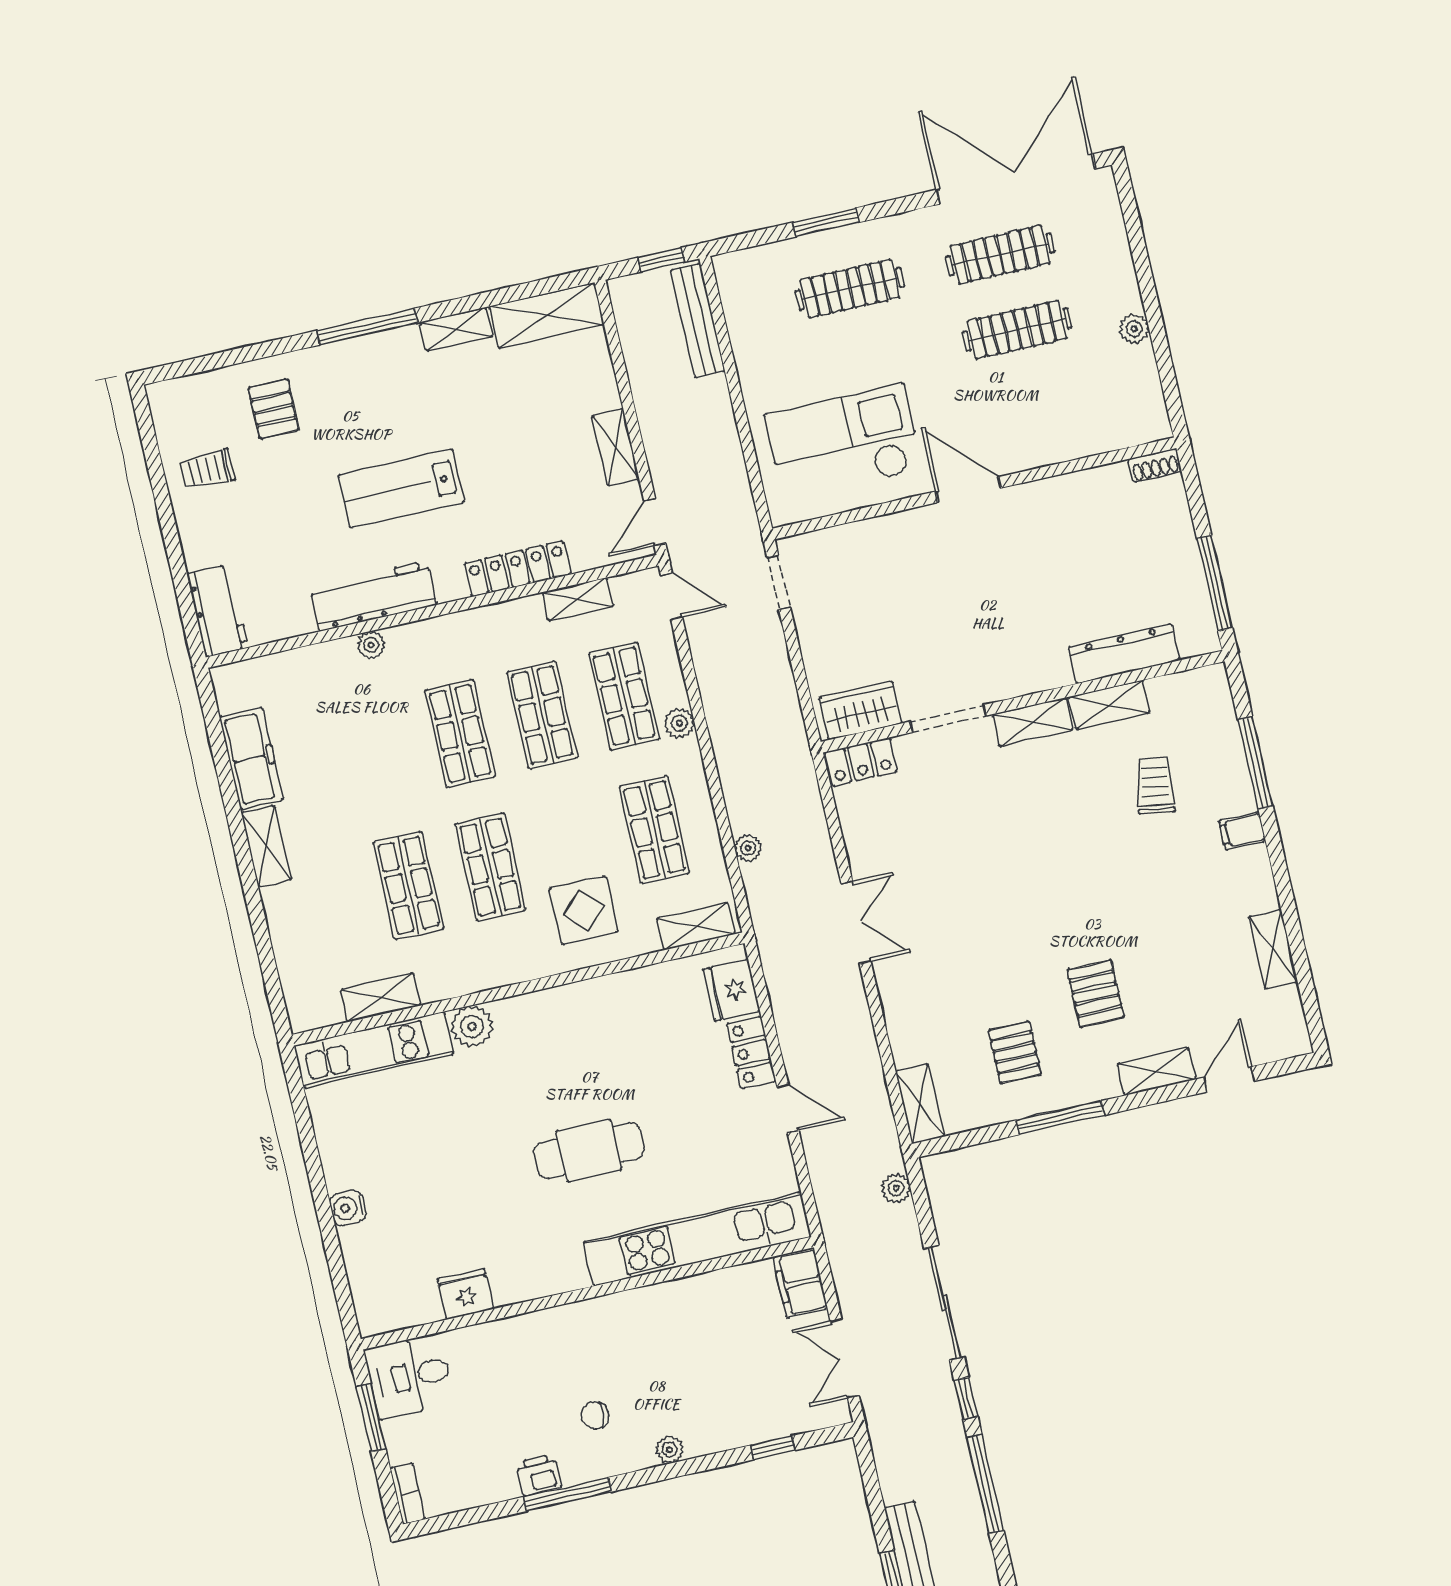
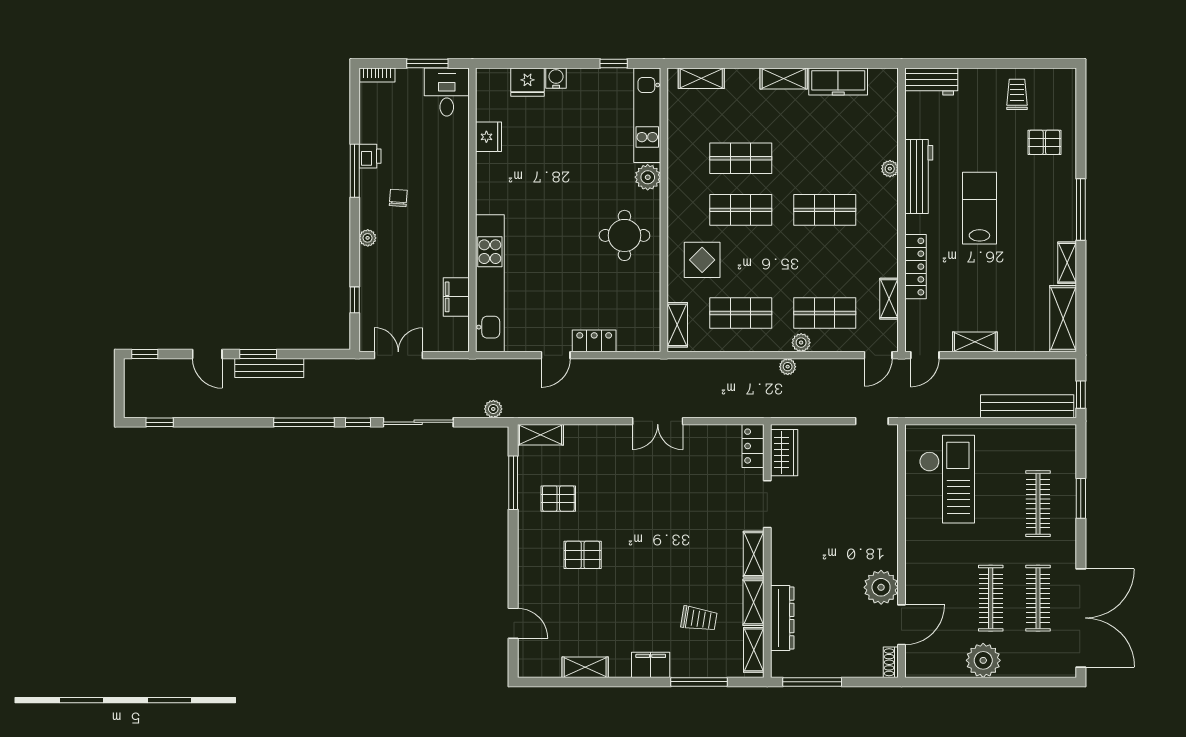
bench: (698, 320) -> (1027, 406), width x1.37, depth x1.21
plant: (1134, 329) -> (983, 660), width x1.88, depth x1.88
door: (968, 490) -> (902, 625), moved
plant: (1039, 508) -> (881, 587), added
door: (655, 522) -> (925, 355), swing flipped
shop shelf: (542, 715) -> (825, 261), removed
filing cabinet: (1242, 831) -> (651, 665), width x2.00
plant: (748, 848) -> (788, 367), moved
fridge: (732, 990) -> (528, 82), moved, turned 180
shelving: (381, 998) -> (701, 78), moved, turned 90
round table: (573, 1042) -> (624, 235), added
shelving: (1156, 1072) -> (754, 650), moved
window: (1060, 1118) -> (513, 483), moved
window: (304, 1122) -> (614, 64), added
cafe table: (589, 1151) -> (558, 230), removed
filing cabinet: (800, 1283) -> (456, 297), moved, turned -90

